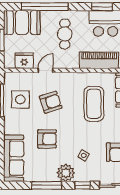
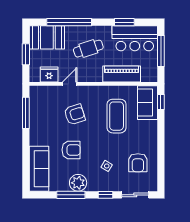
cafe table: (65, 34) -> (88, 49), turned 72
side table: (20, 100) -> (45, 112), removed
plant: (66, 173) -> (78, 183), moved

